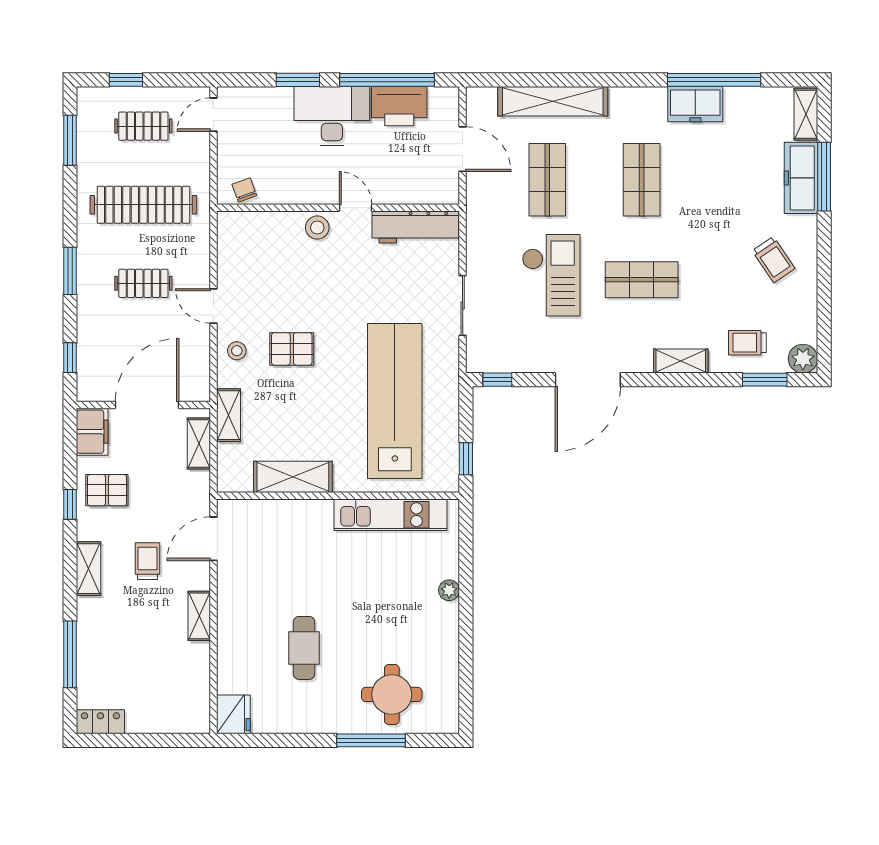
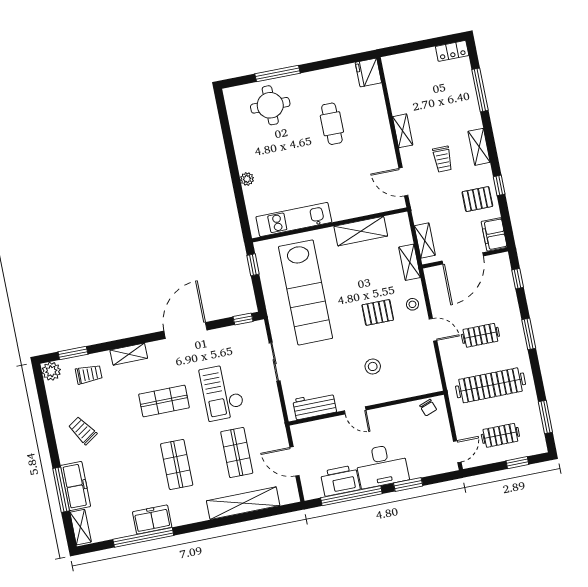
workbench: (415, 227) -> (315, 406), width x0.73
stool: (317, 228) -> (373, 366), moved
door: (213, 539) -> (403, 182), swing flipped

